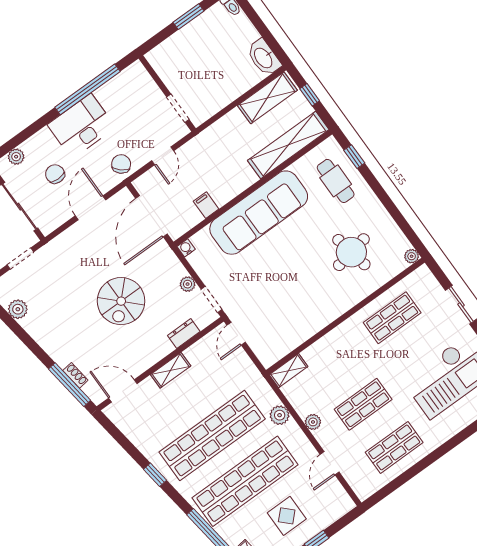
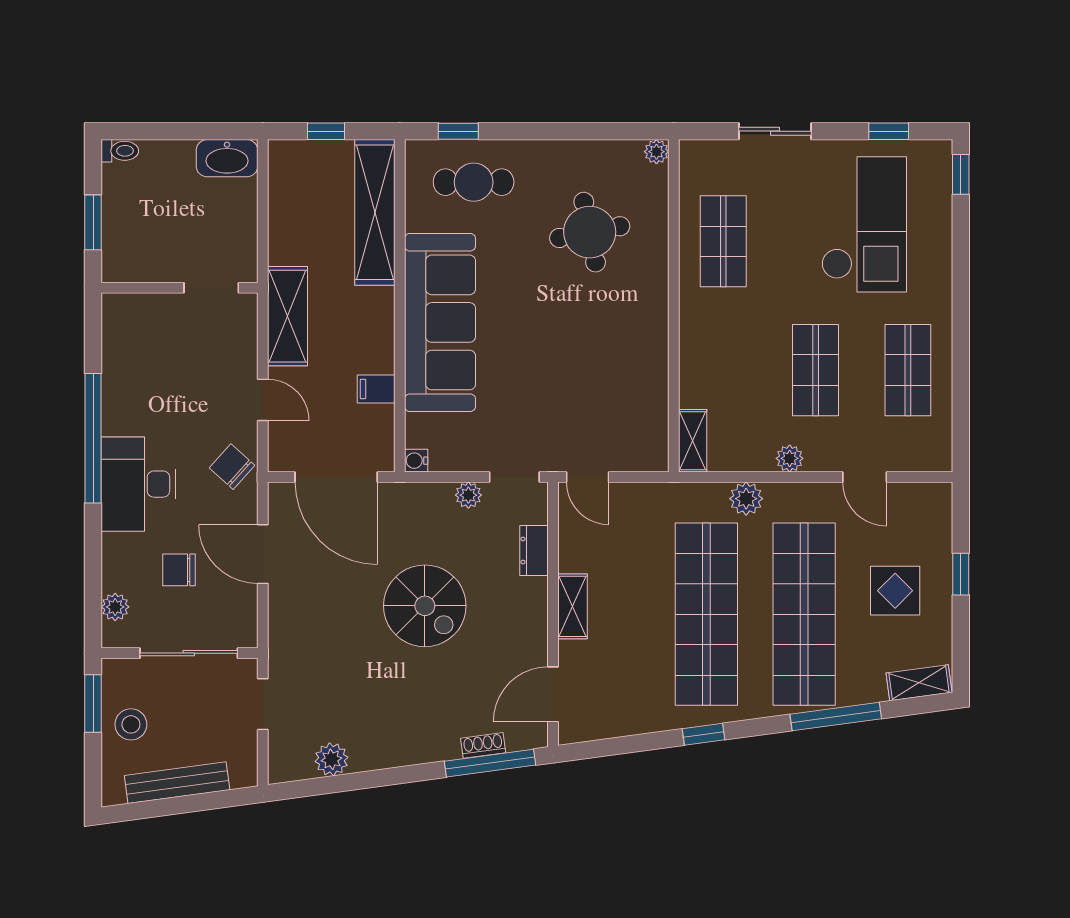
wall: (167, 93) -> (179, 288), moved
shelving: (267, 98) -> (287, 316), moved
doorway: (178, 108) -> (211, 288), moved

